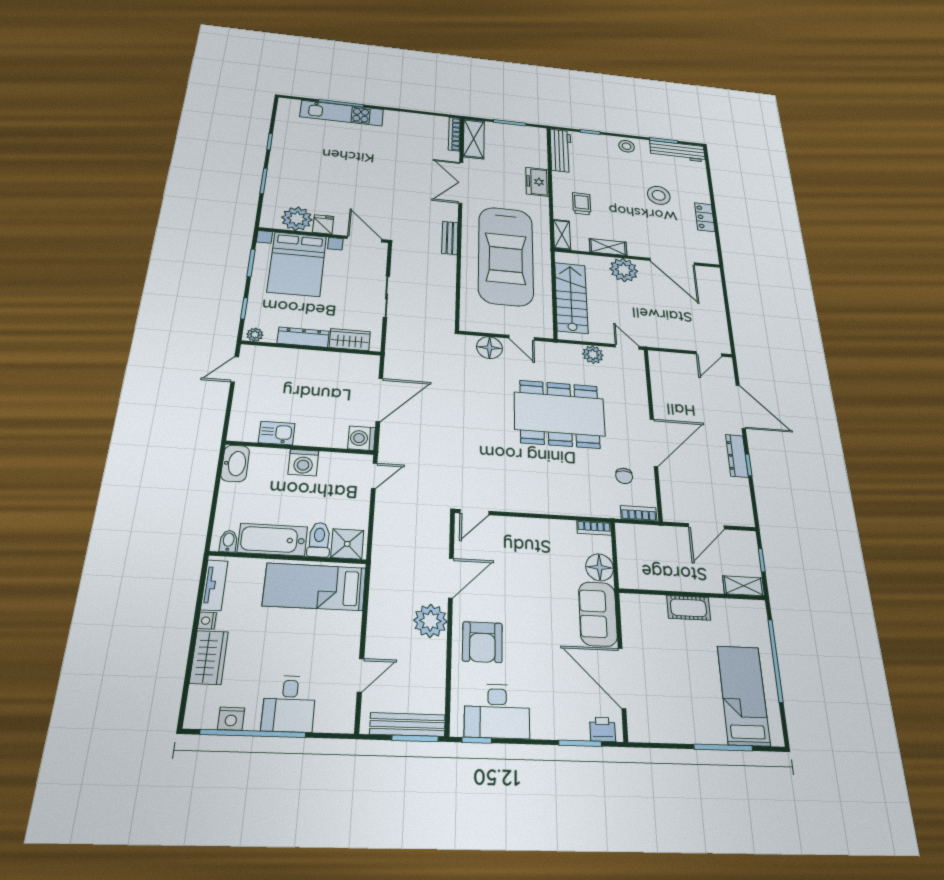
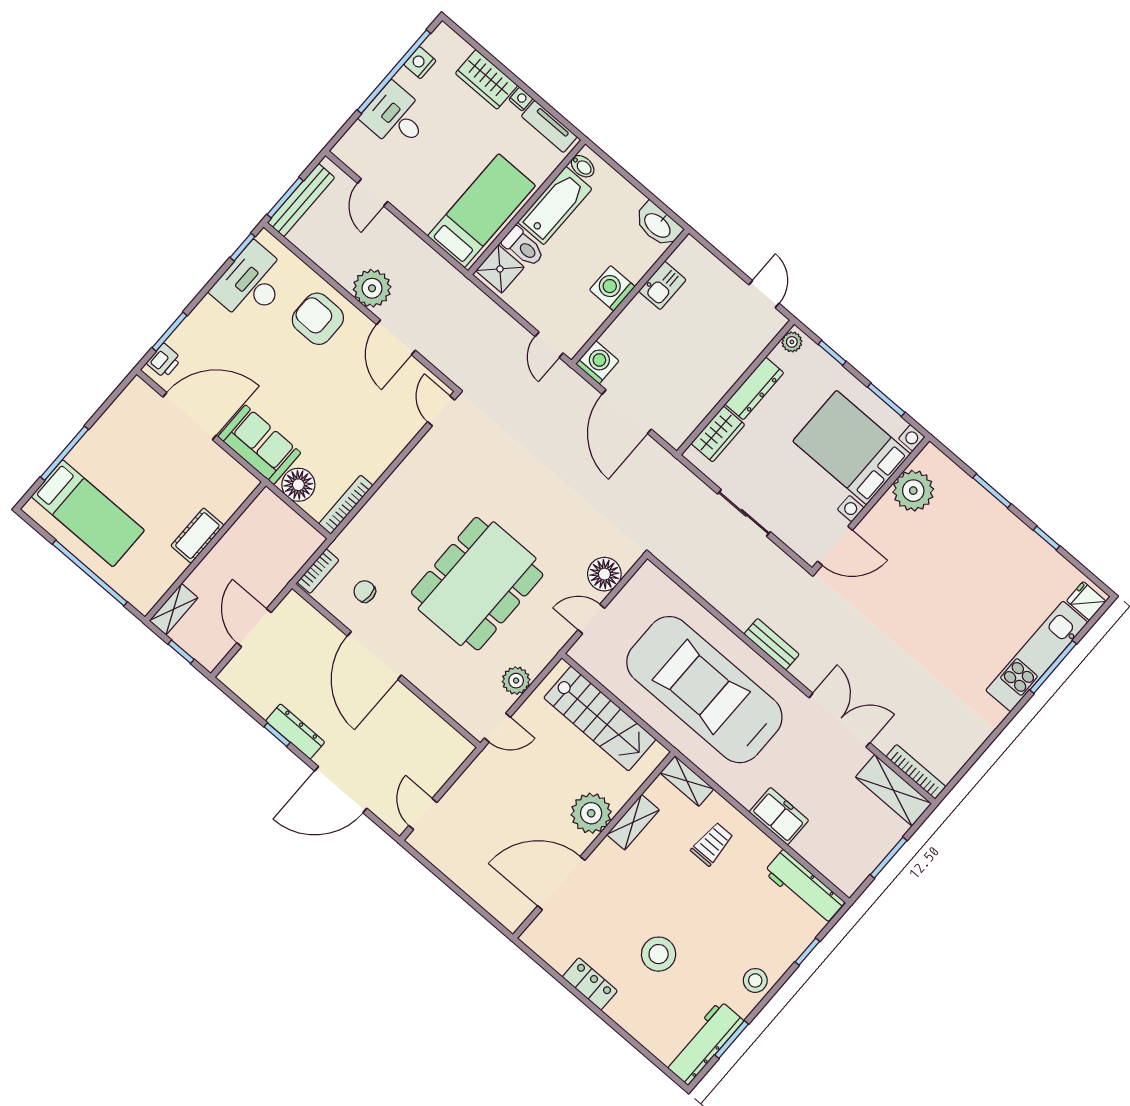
trolley: (582, 204) -> (712, 844), turned -90
fridge: (323, 224) -> (1086, 601), moved, turned 180
bookcase: (594, 528) -> (346, 505), width x1.56

